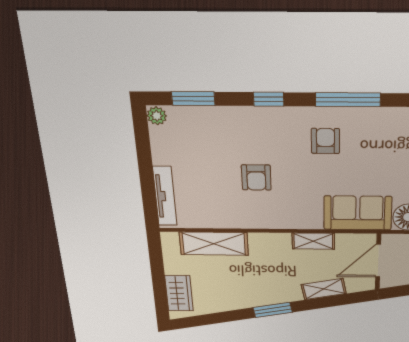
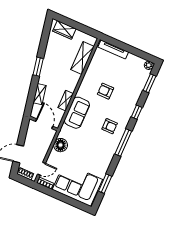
sofa: (358, 213) -> (77, 113), moved

